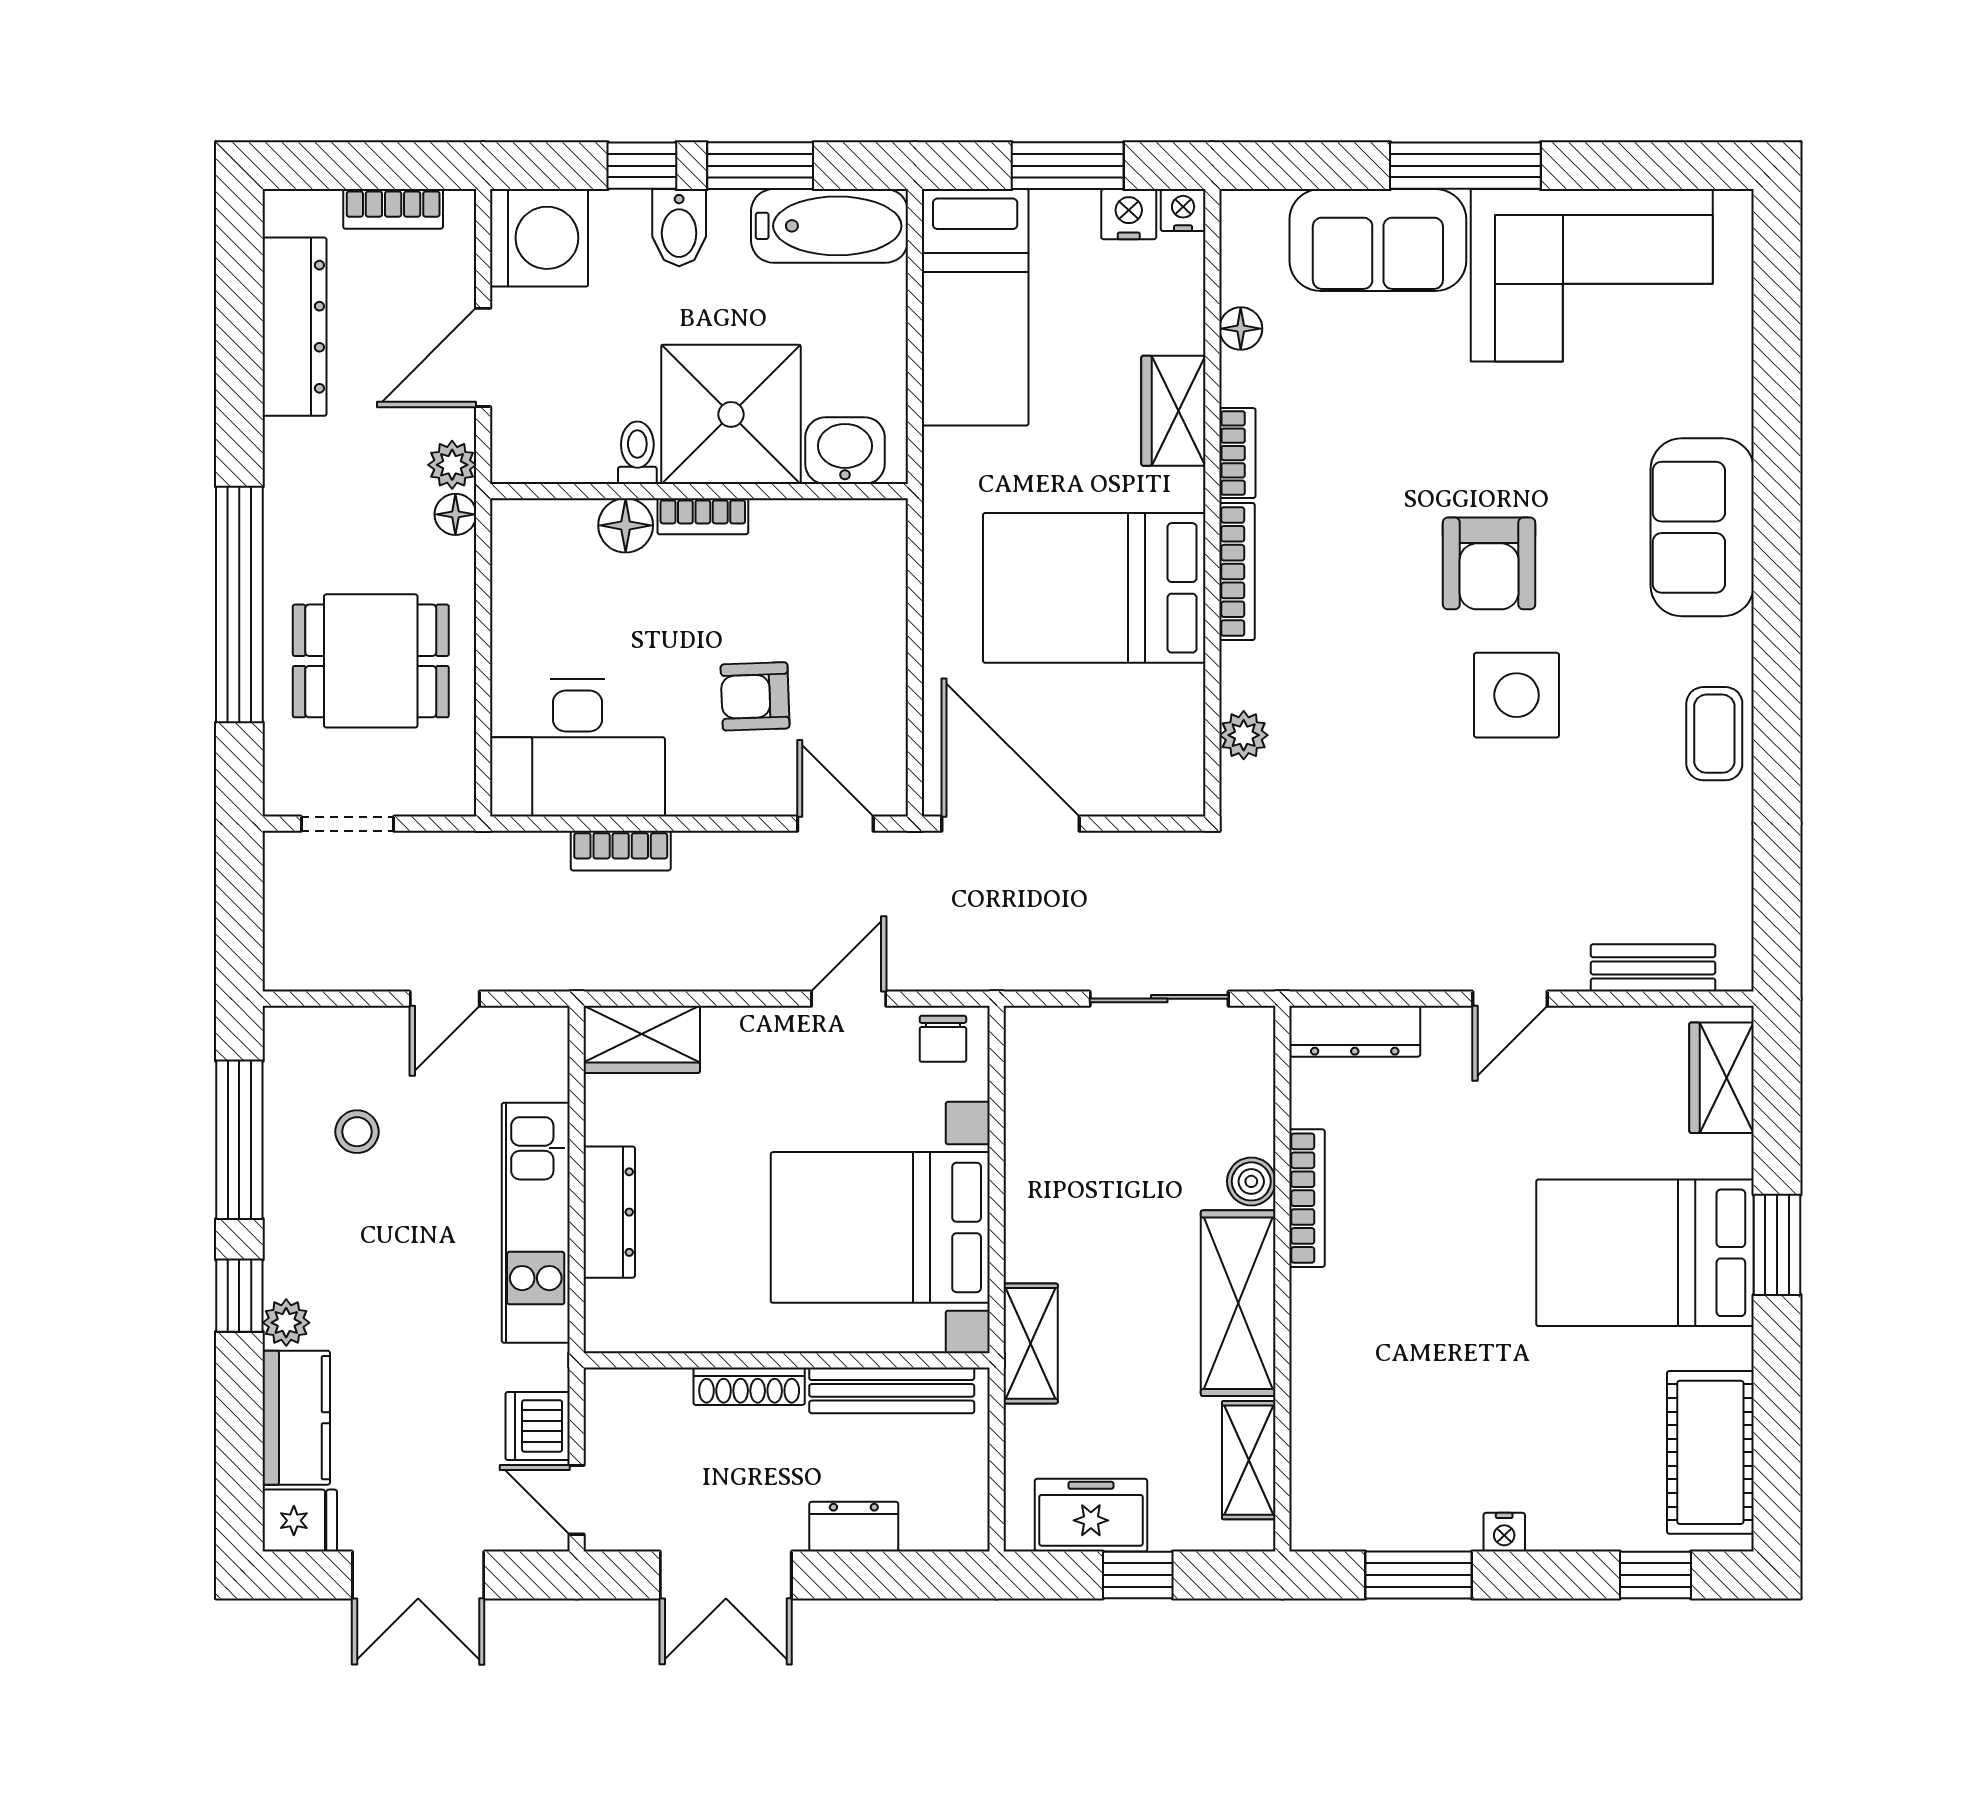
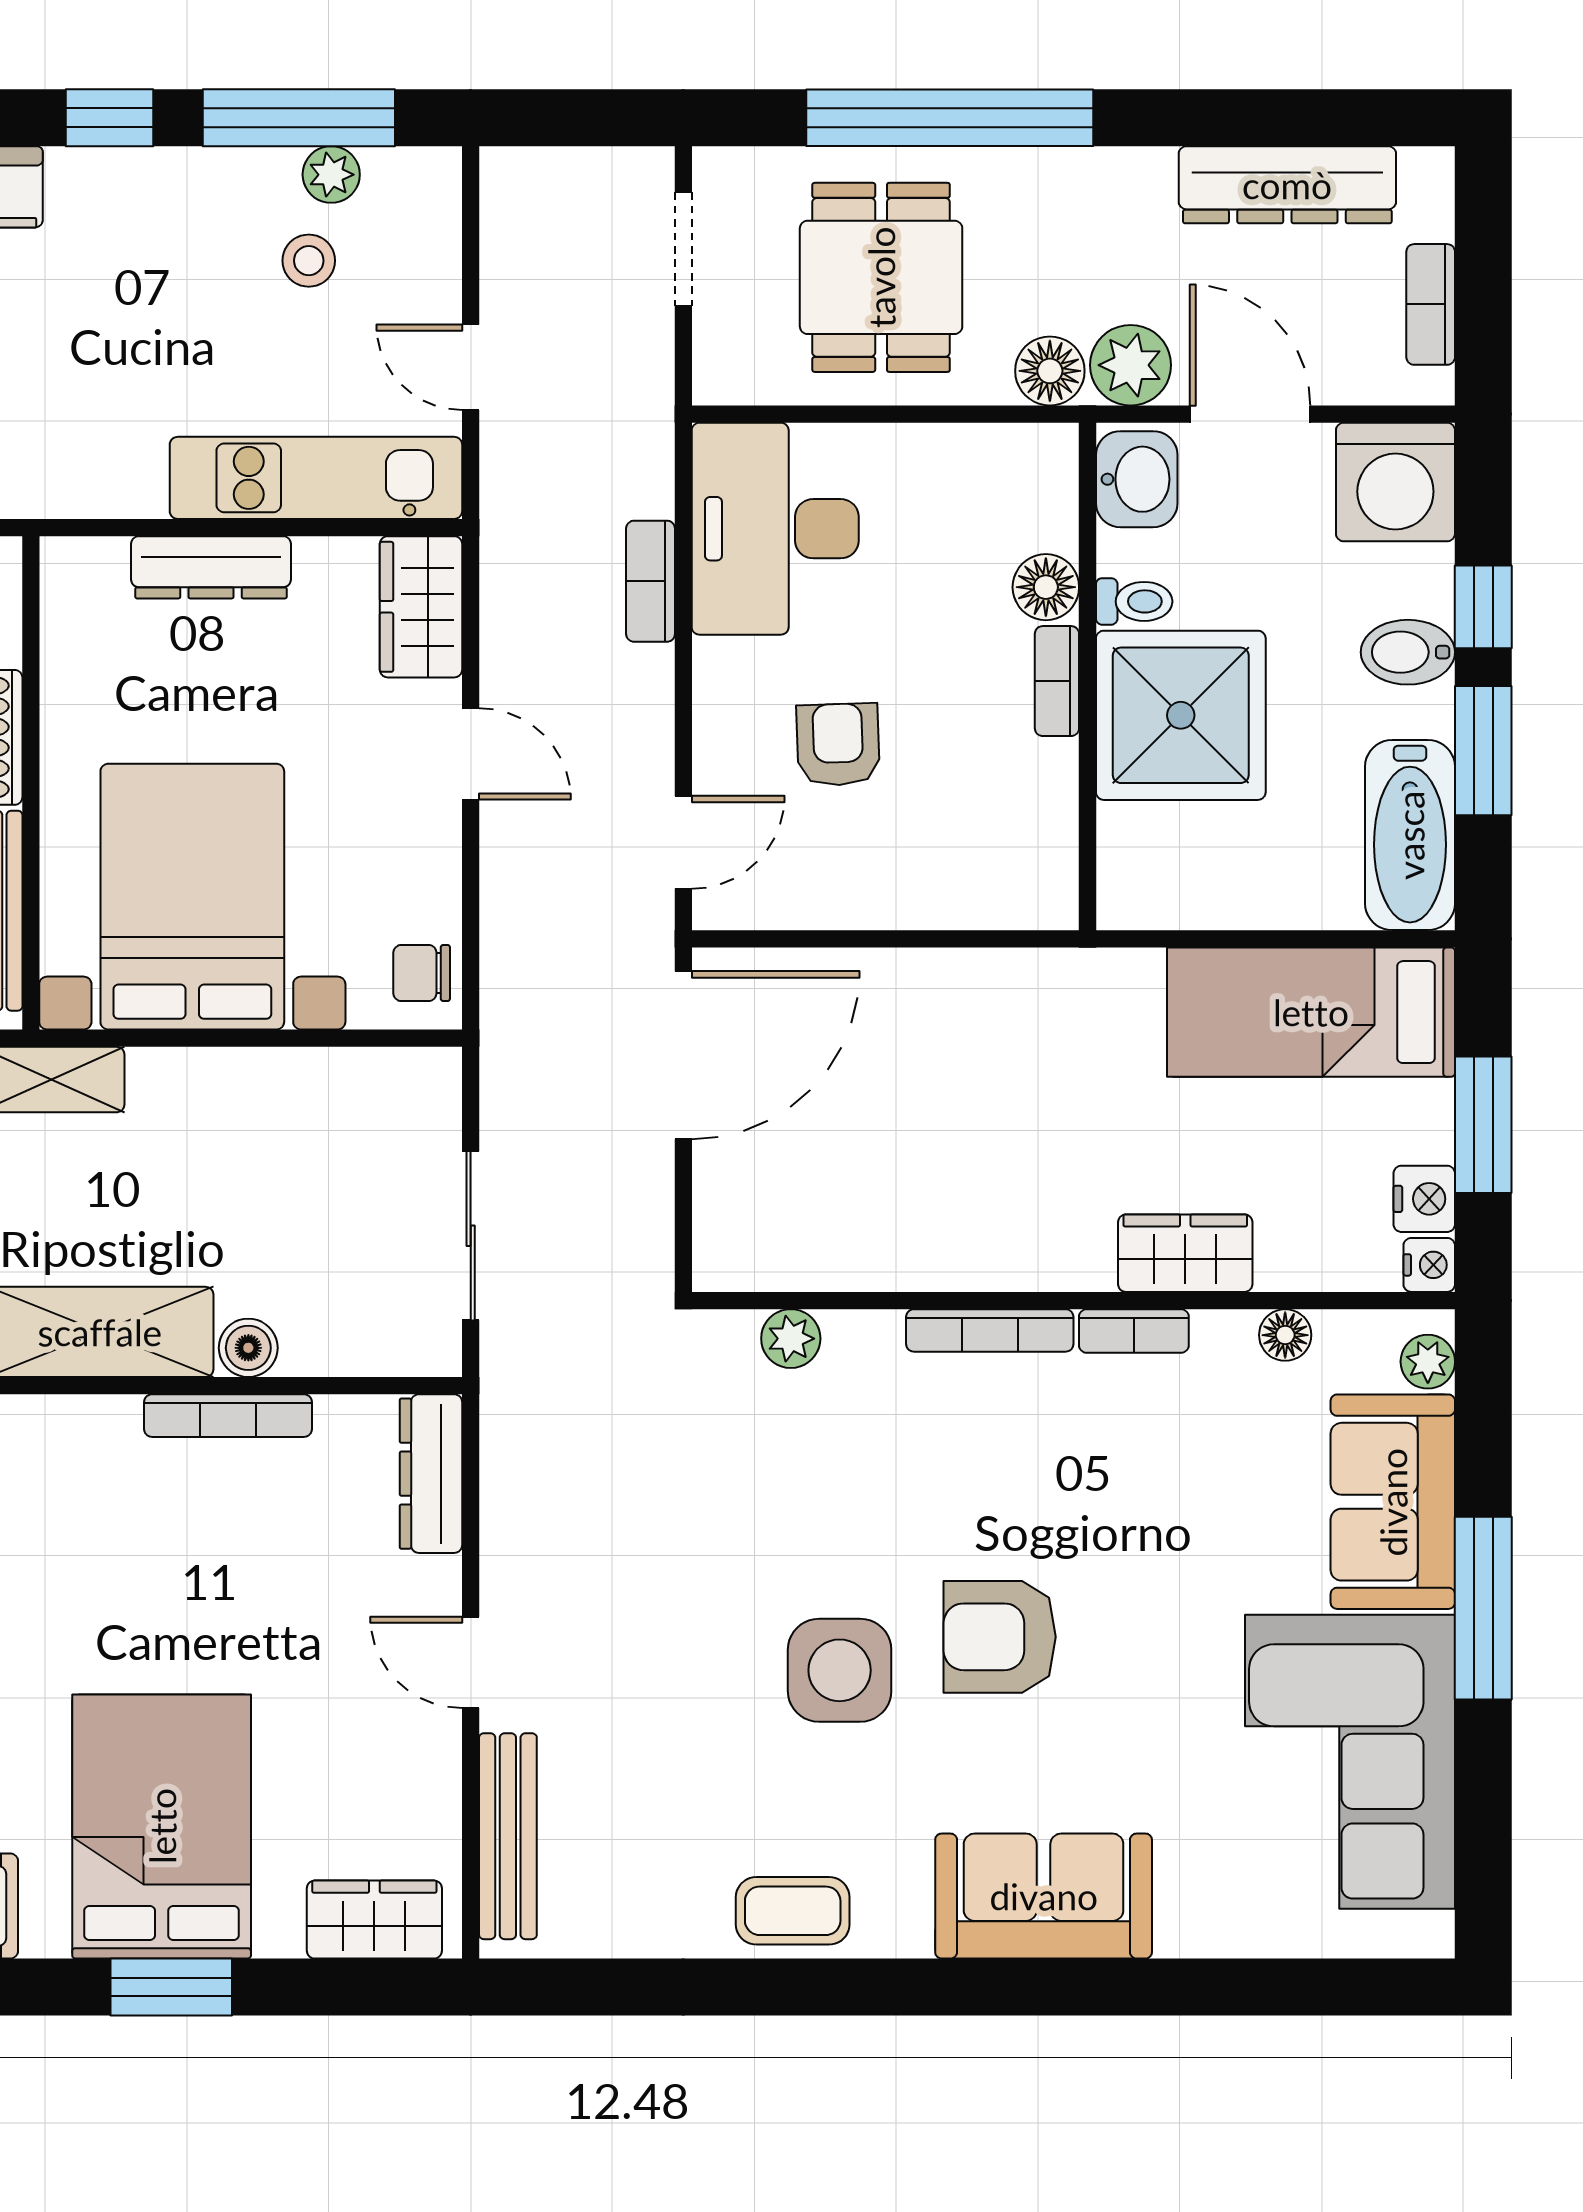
plant: (1263, 211) -> (1428, 1362), added
washbasin: (845, 451) -> (1137, 479), moved
plant: (452, 465) -> (1131, 365), width x1.38, depth x1.38
floor lamp: (455, 514) -> (1050, 371), width x1.37, depth x1.37
bed: (1094, 588) -> (970, 1157), removed
bench: (1653, 968) -> (508, 1836), width x1.36
door: (849, 999) -> (471, 754), moved
kitchen unit: (536, 1223) -> (316, 478), moved
plant: (286, 1323) -> (331, 175), moved

